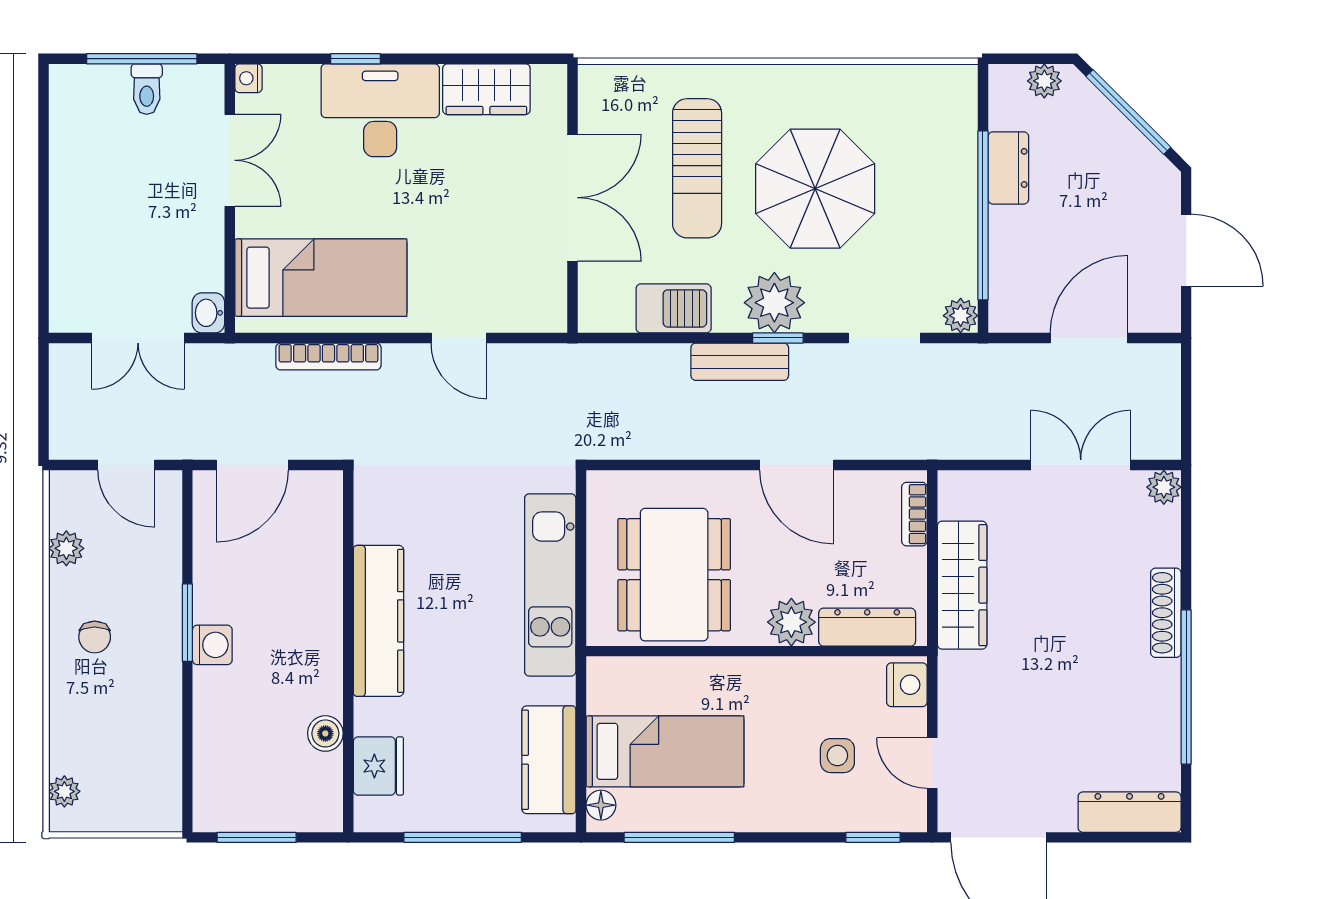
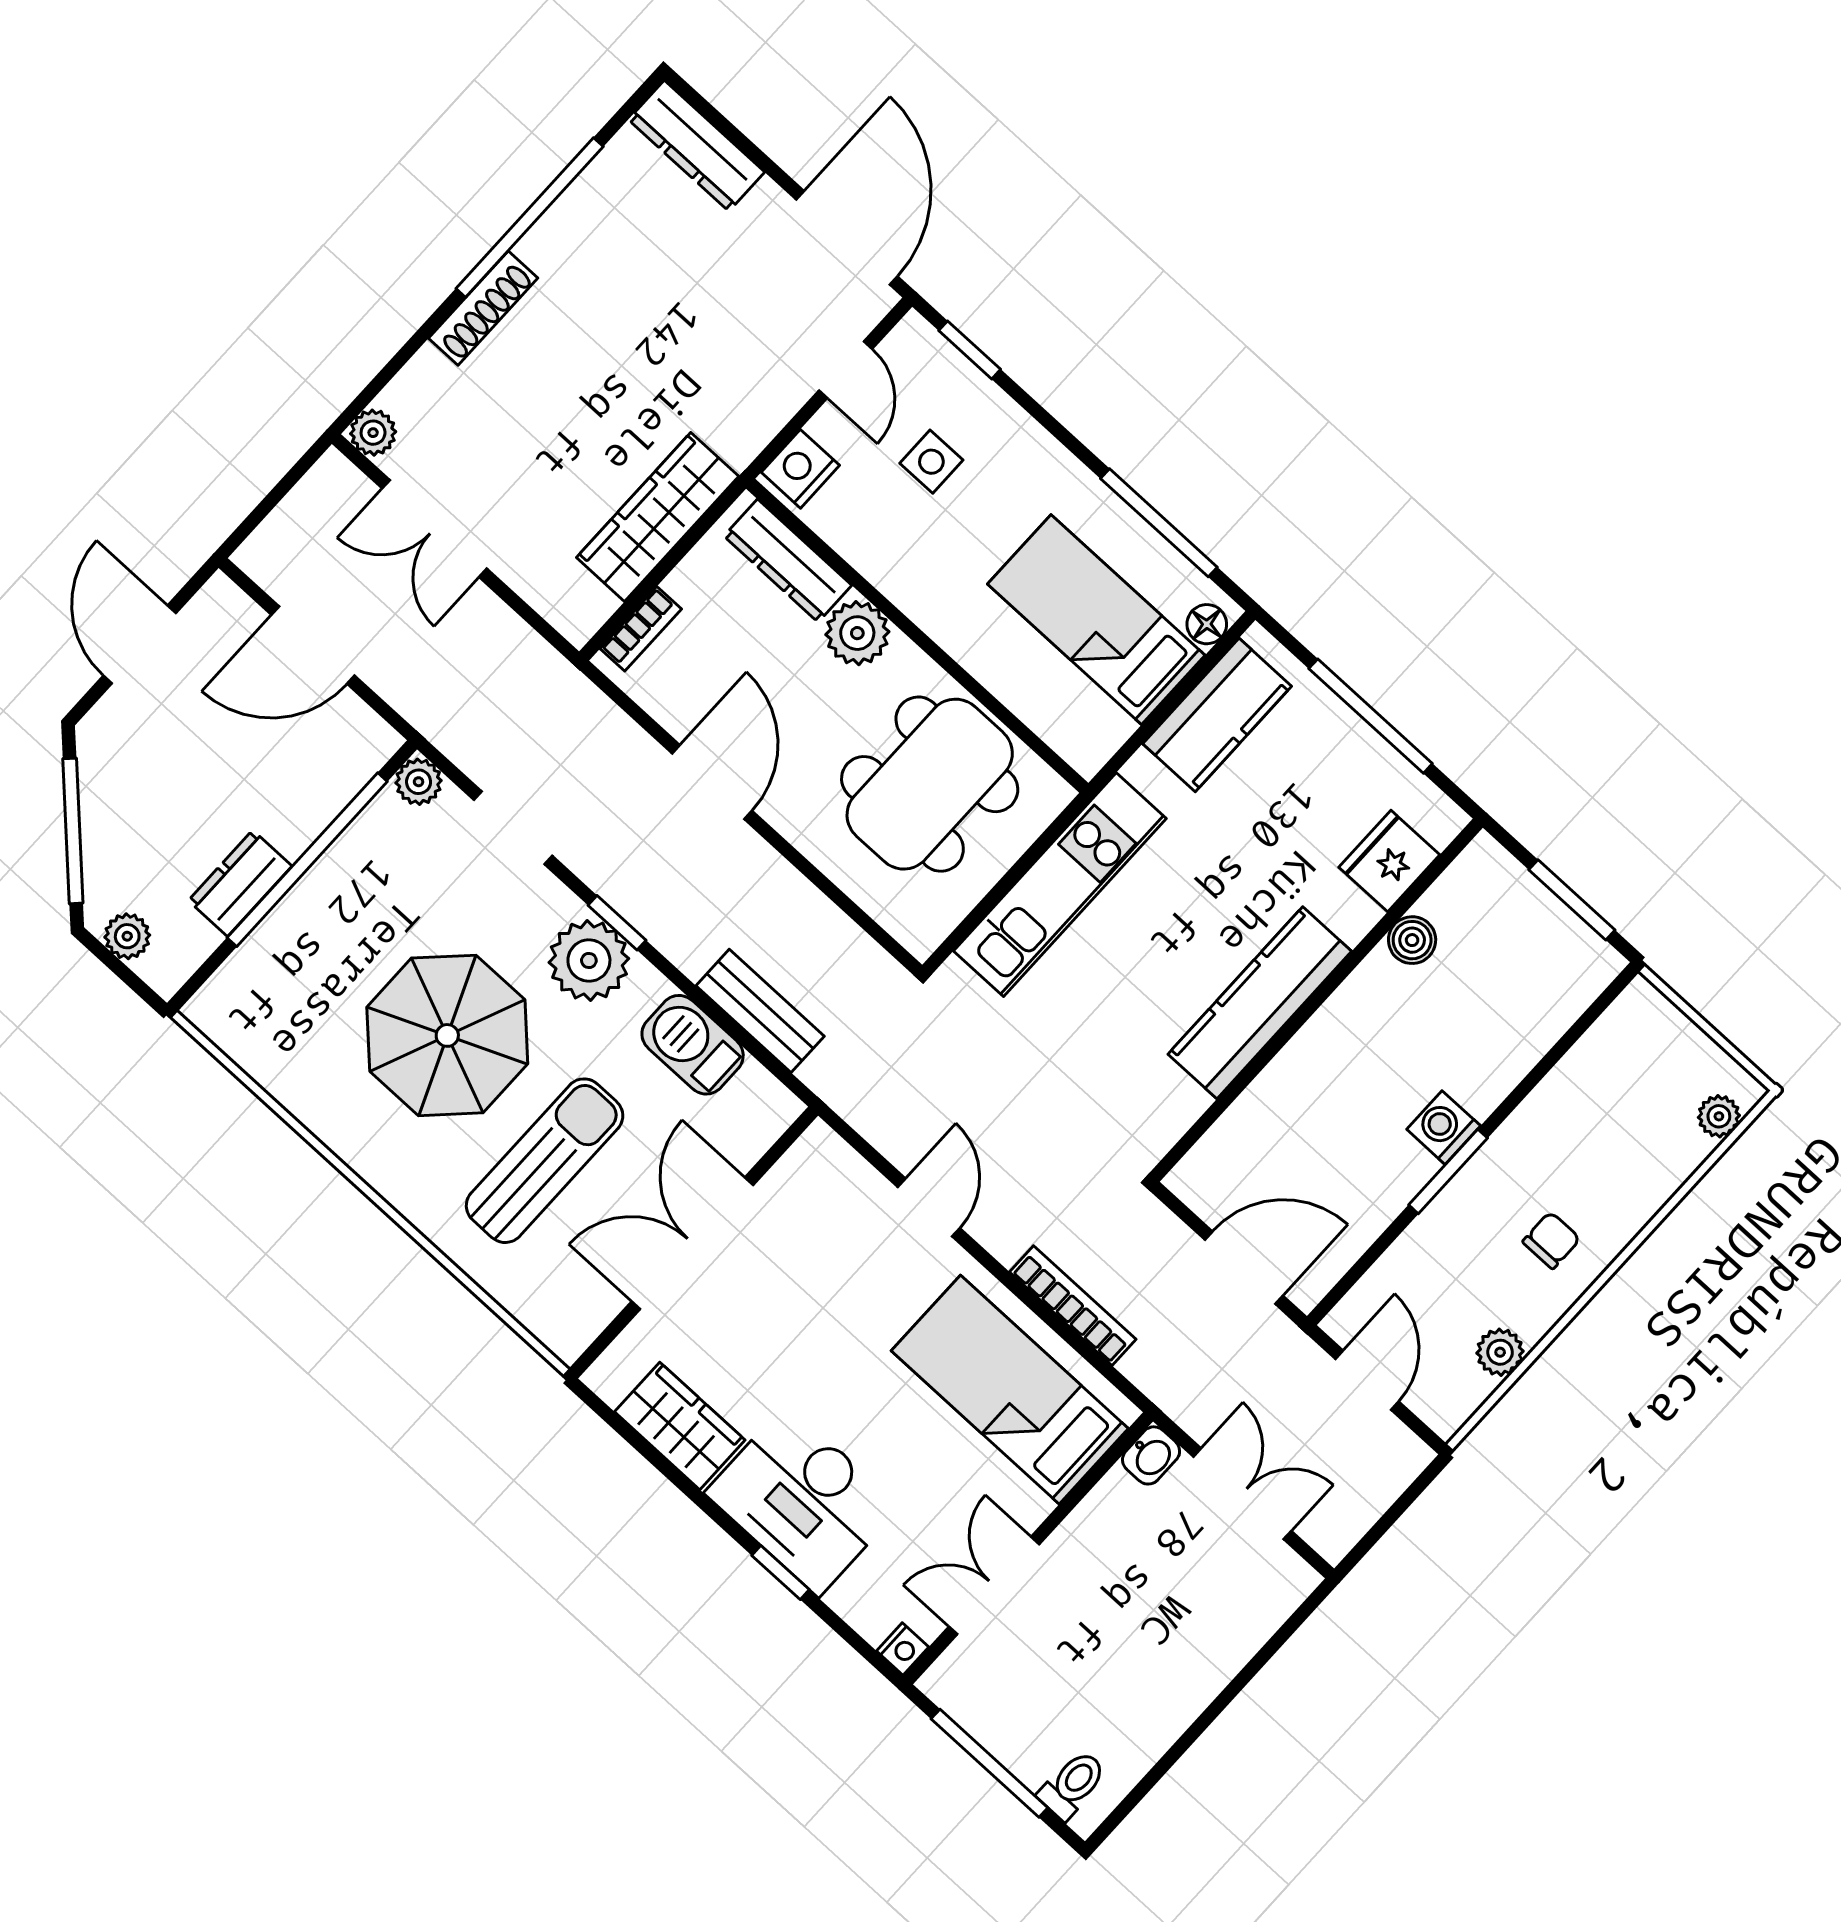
toilet: (147, 89) -> (1072, 1785), moved
bench: (740, 362) -> (760, 1011), moved

